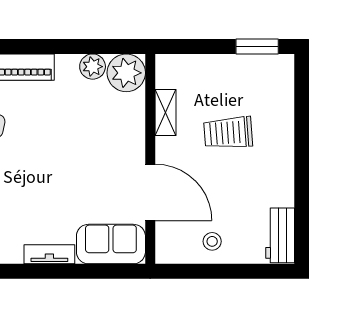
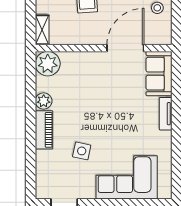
plant: (93, 67) -> (44, 101), moved
shelving: (165, 112) -> (42, 30), moved, turned 90

